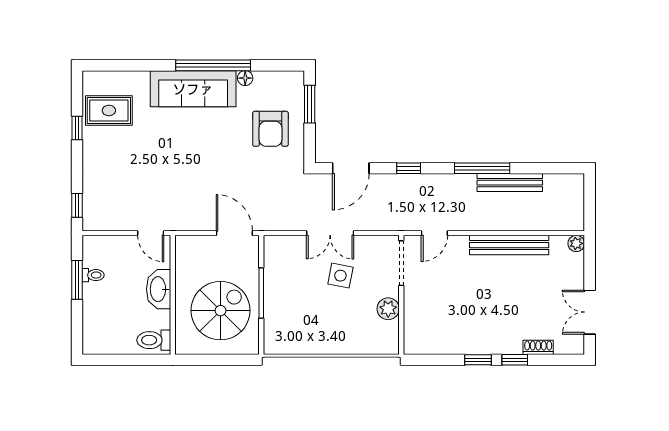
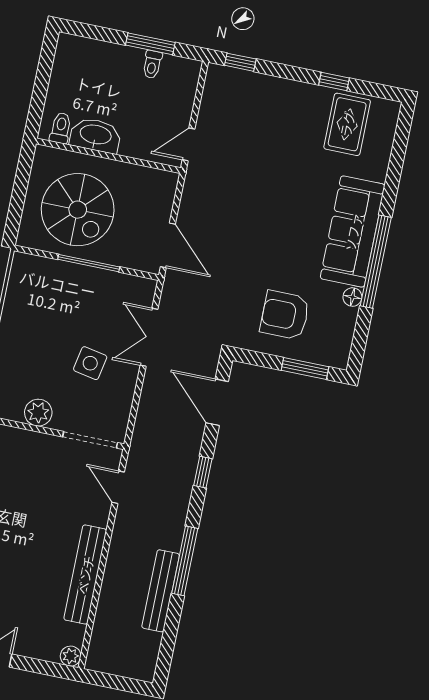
door: (234, 233) -> (168, 245), hinge flipped
double door: (330, 233) -> (149, 337), moved
washbasin: (159, 289) -> (95, 135), moved
toilet: (154, 340) -> (61, 128), width x0.73, depth x0.72

